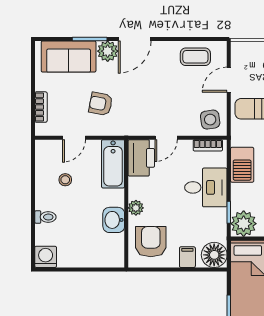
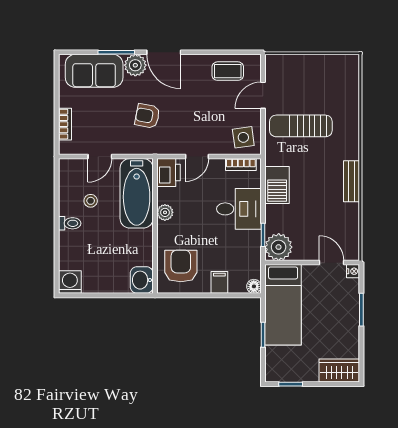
door: (135, 39) -> (164, 52), hinge flipped
armchair: (101, 104) -> (147, 116), moved
printer: (141, 158) -> (169, 172), width x0.73, depth x0.84
bathtub: (113, 164) -> (137, 193), width x1.36, depth x1.36
plant: (136, 208) -> (165, 212), moved
toilet: (45, 217) -> (70, 223), moved
washbasin: (114, 220) -> (142, 280), moved
floor lamp: (214, 255) -> (254, 286), width x0.53, depth x0.53

